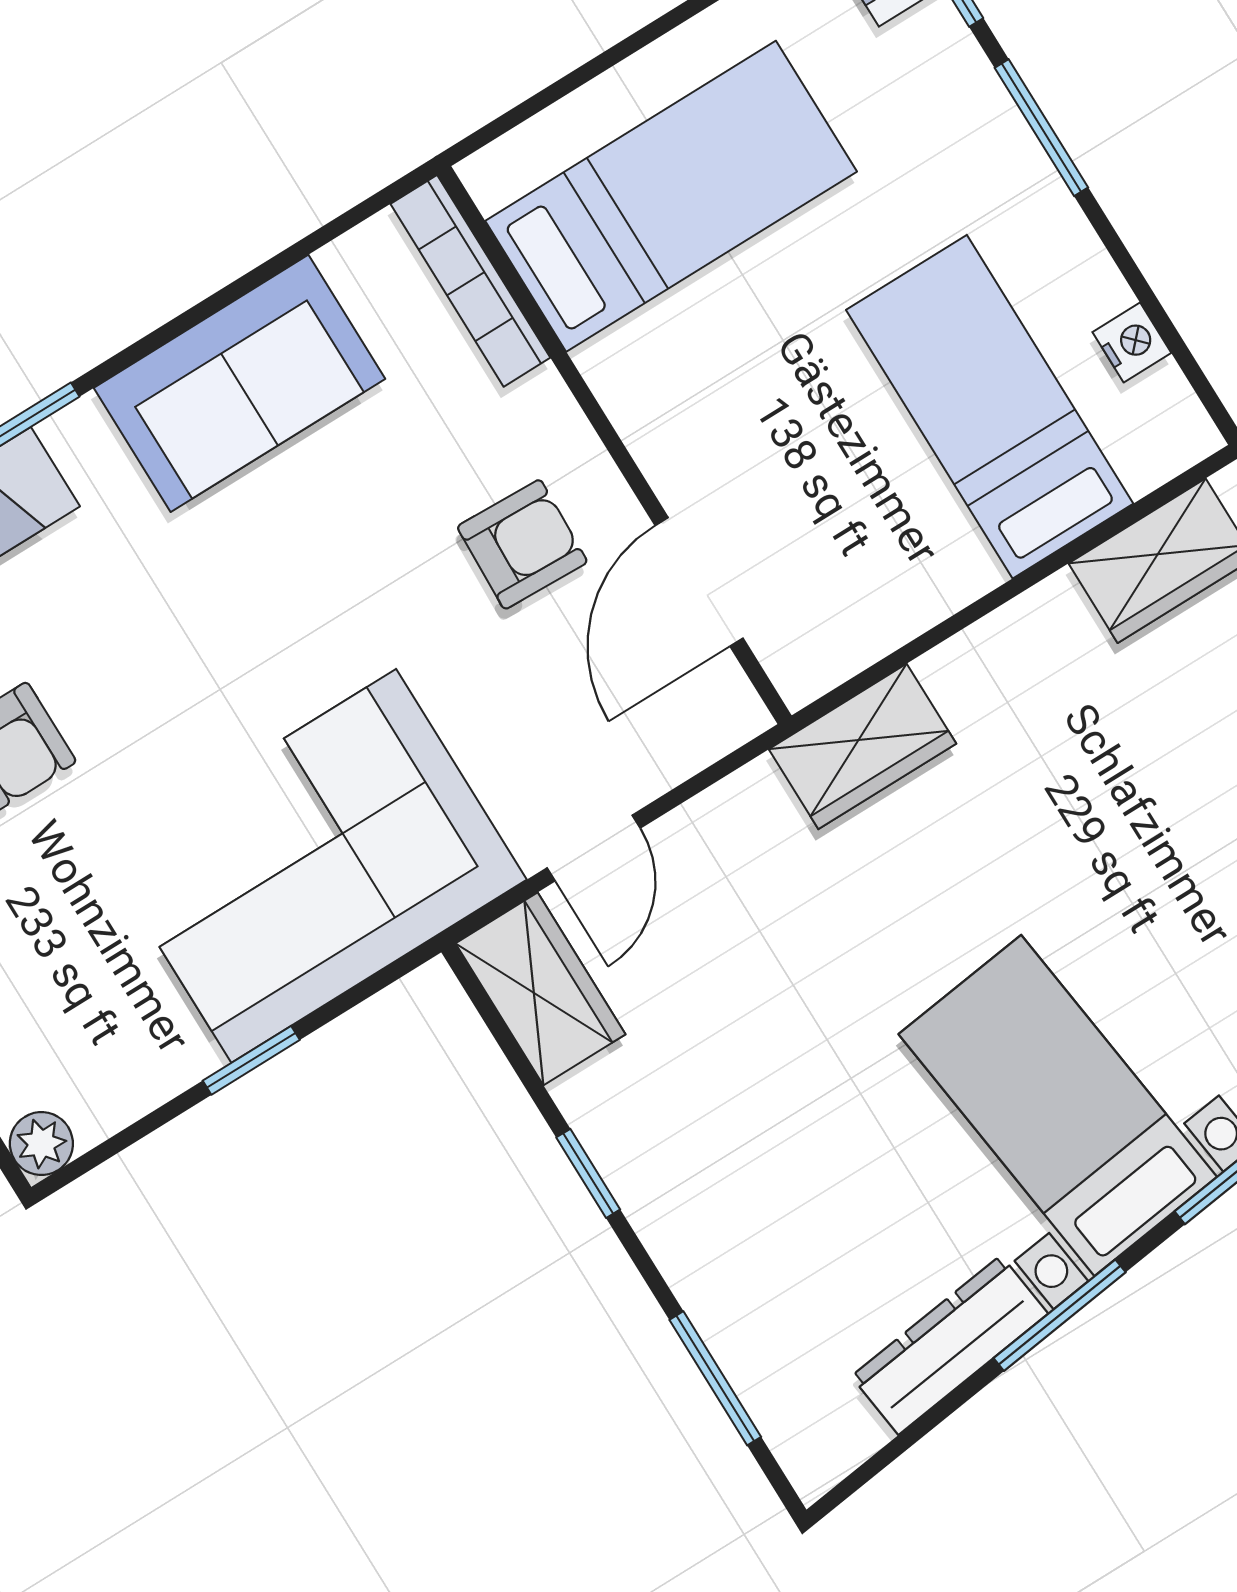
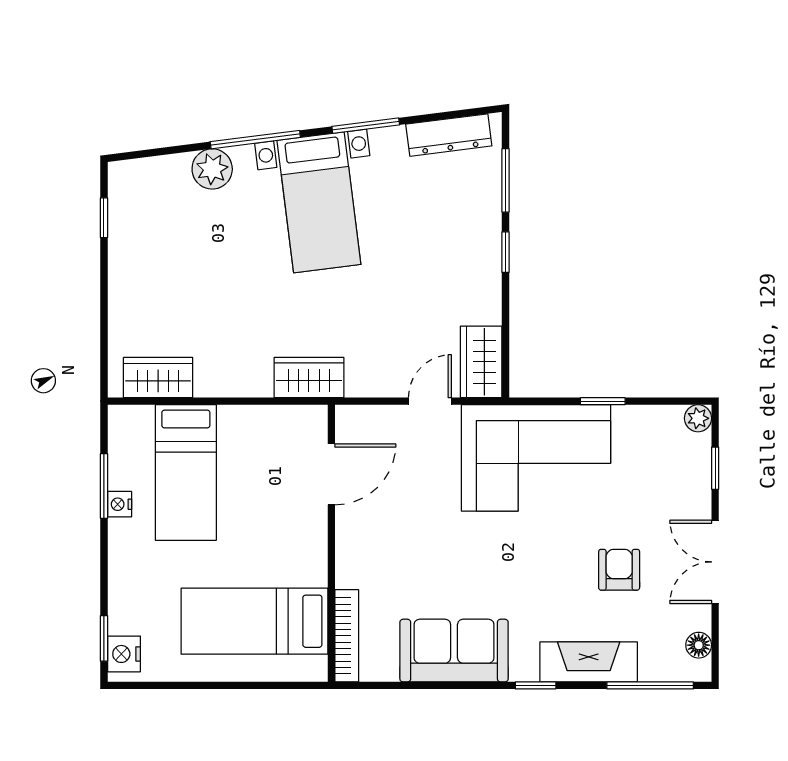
window: (1041, 128) -> (104, 486), moved
nightstand: (1132, 343) -> (120, 504), moved
armchair: (522, 544) -> (387, 528), removed
window: (588, 1173) -> (505, 252), moved
dresser: (950, 1345) -> (449, 135), moved

